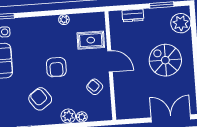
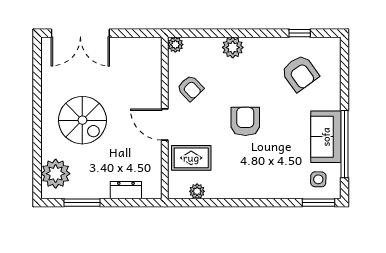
plant: (64, 20) -> (197, 191), moved
armchair: (40, 99) -> (300, 73), moved
plant: (82, 117) -> (175, 45), moved

